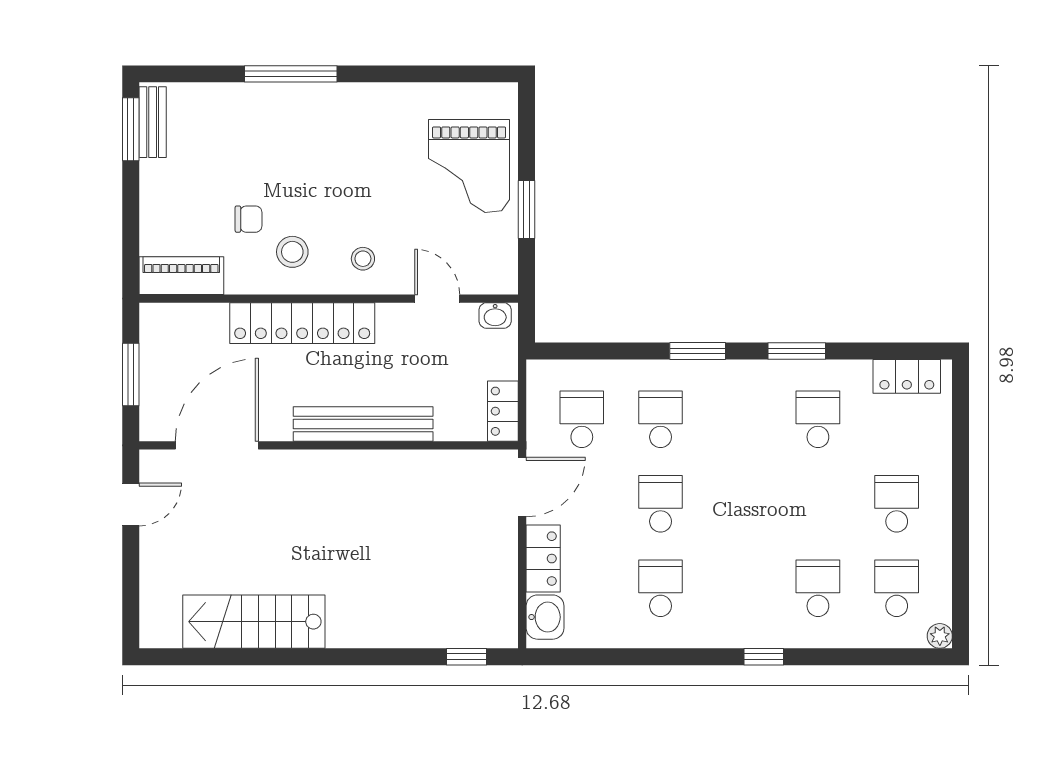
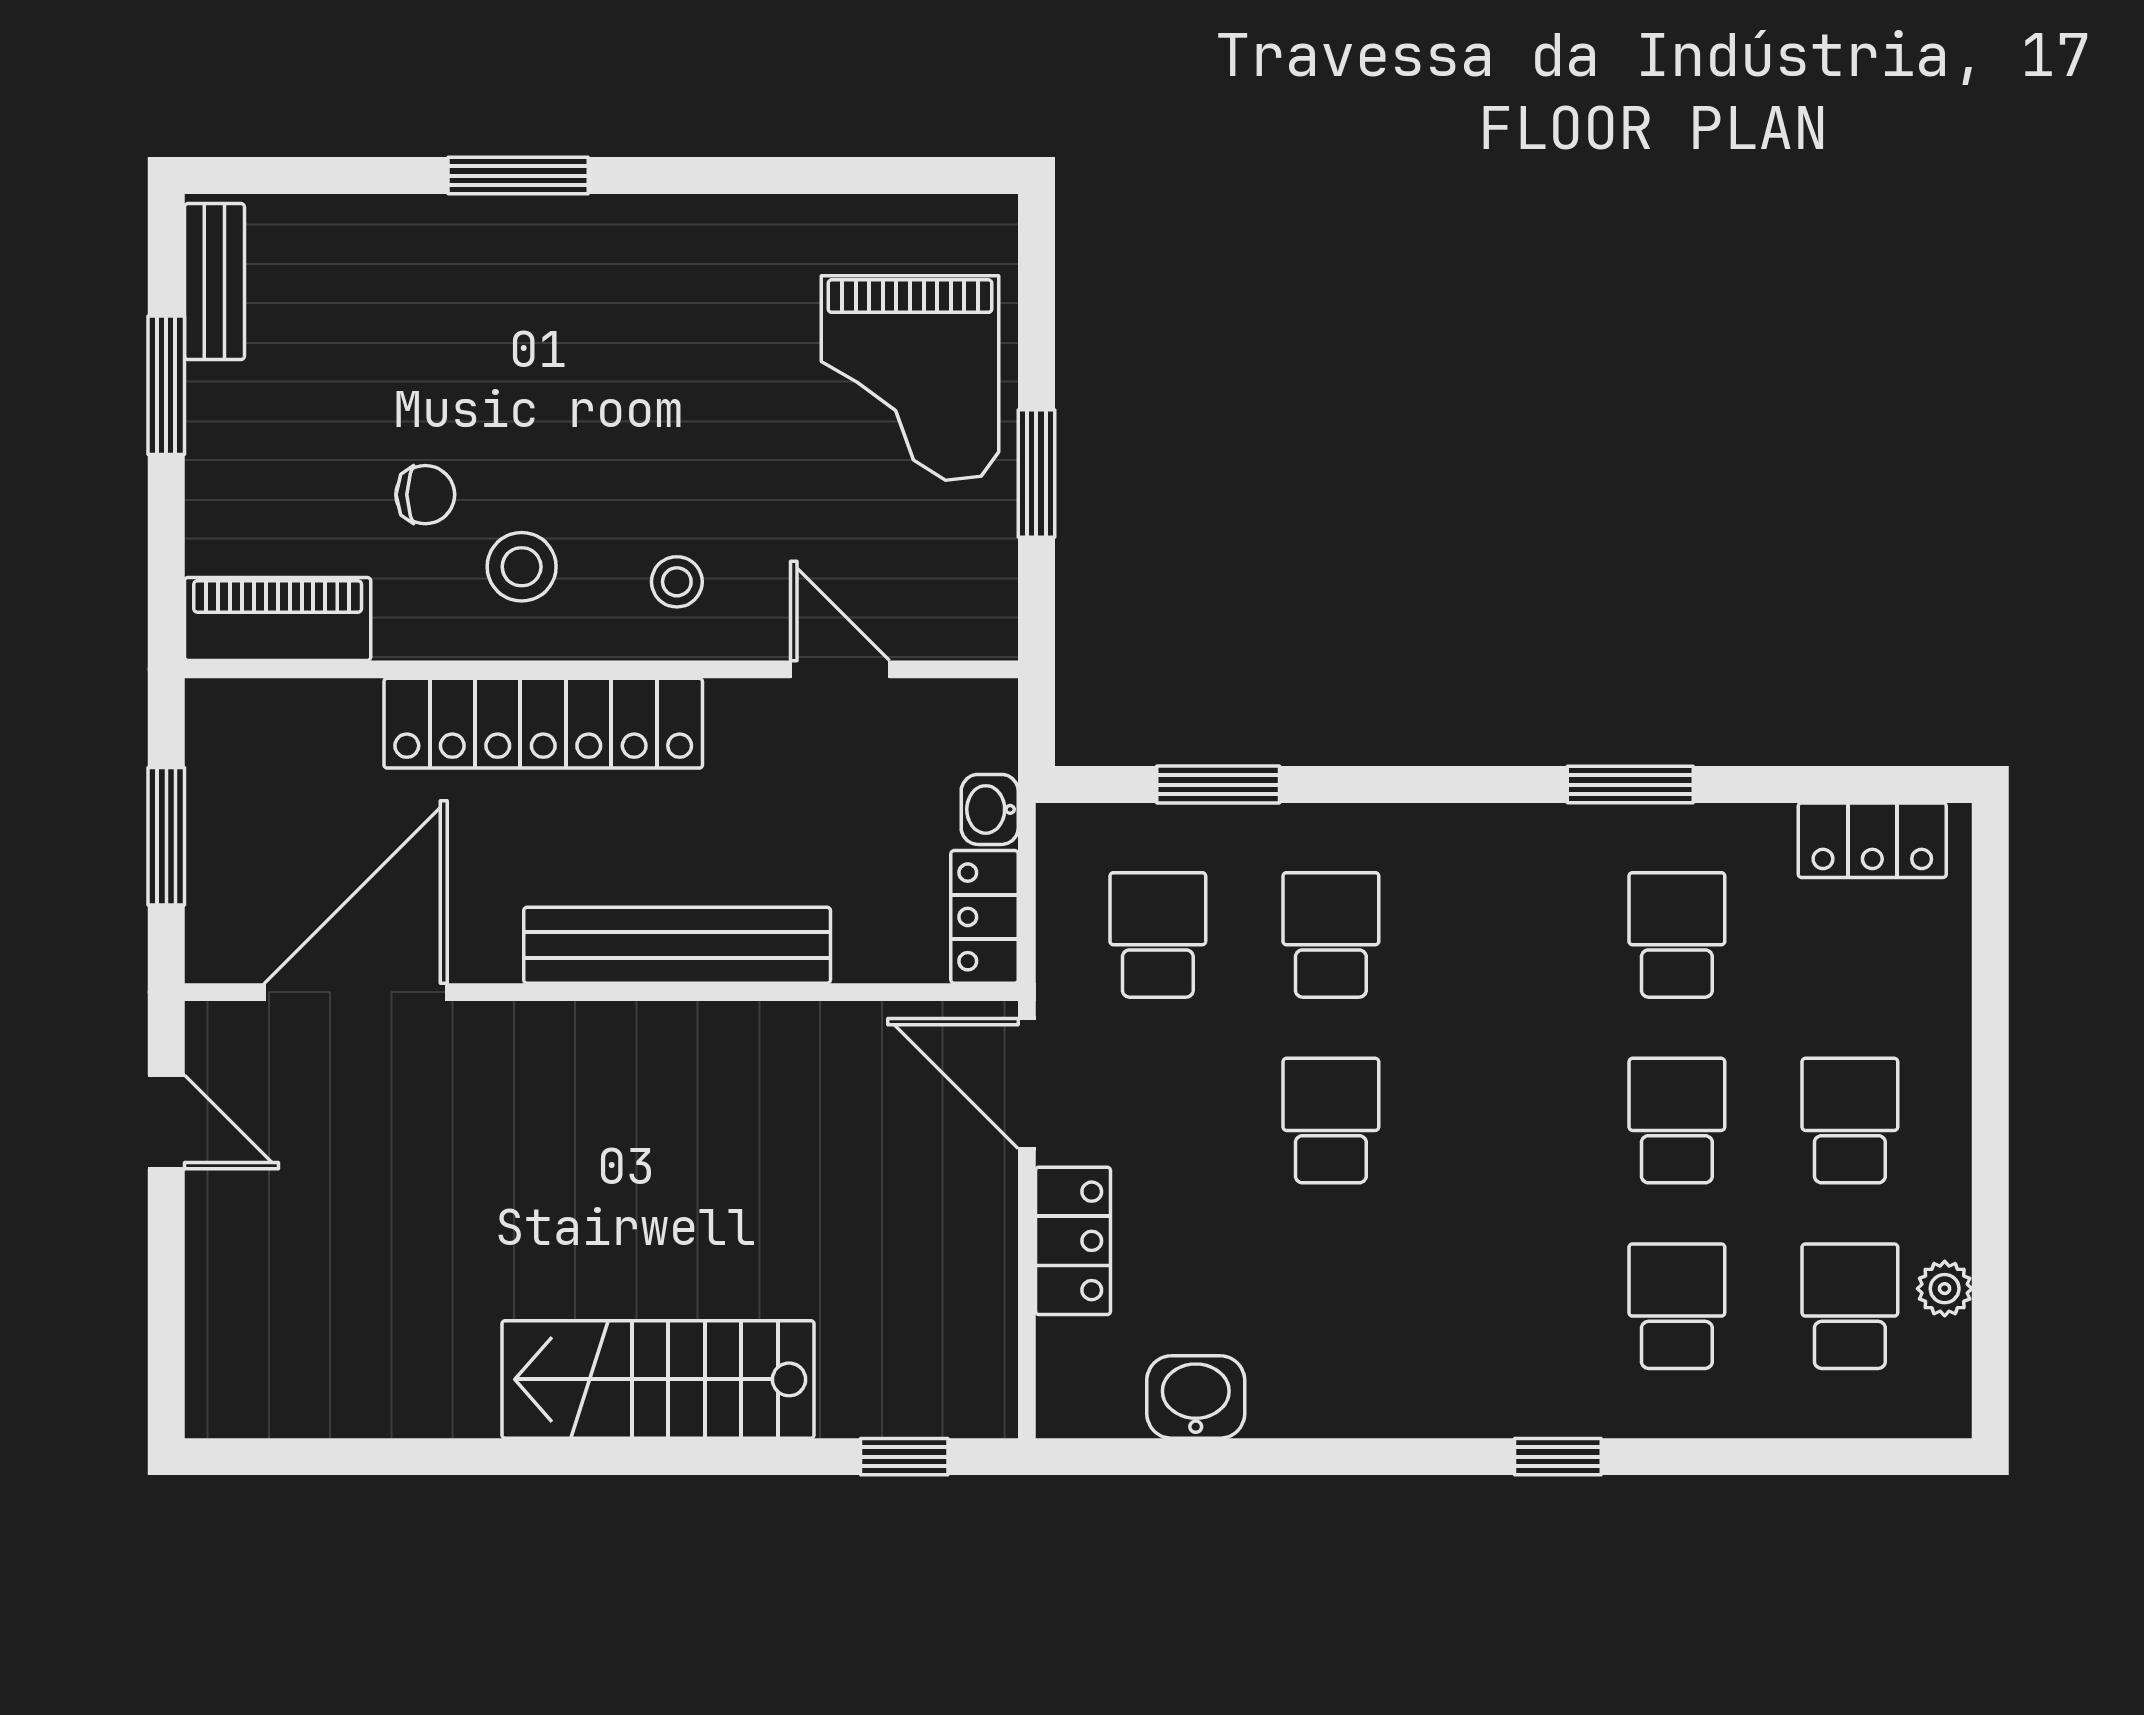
window: (291, 74) -> (518, 176), width x0.69
window: (131, 129) -> (166, 385), moved
washbasin: (495, 315) -> (990, 809), moved, turned 90
window: (698, 351) -> (1218, 785), moved
door: (522, 487) -> (1027, 1083), swing flipped
door: (131, 504) -> (166, 1122), hinge flipped
school desk: (661, 588) -> (1677, 1121), moved
washbasin: (545, 617) -> (1196, 1397), moved, turned -90
stairs: (254, 622) -> (658, 1379), moved
plant: (940, 636) -> (1945, 1289), moved

